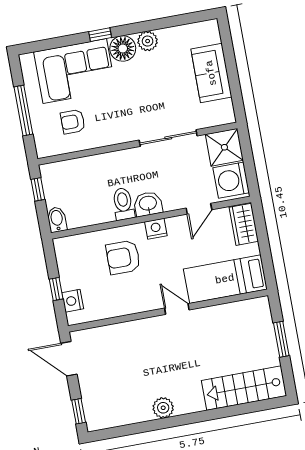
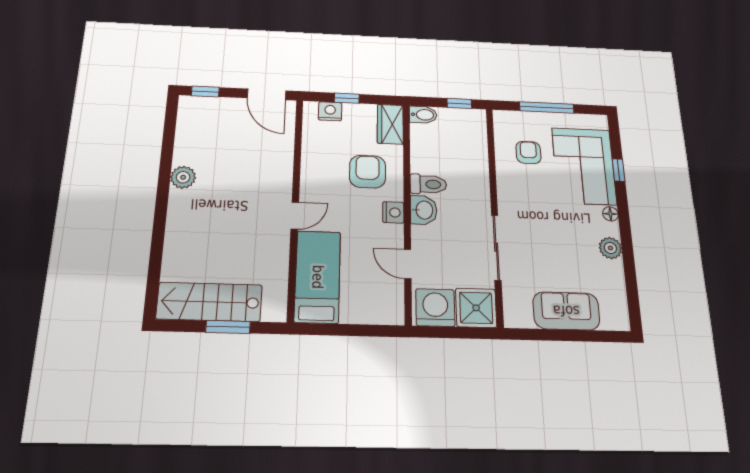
window: (100, 35) -> (619, 170), moved
floor lamp: (123, 48) -> (610, 214), width x0.53, depth x0.53
wardrobe: (244, 224) -> (390, 124), moved, turned -90
door: (69, 359) -> (267, 94), swing flipped
stairs: (244, 388) -> (209, 302), moved, turned -90

